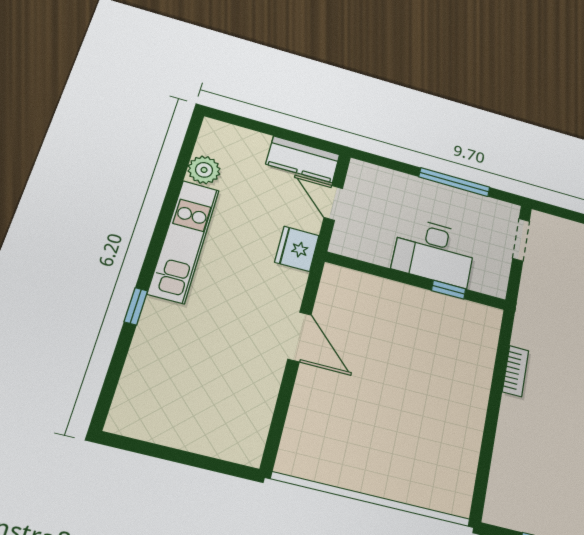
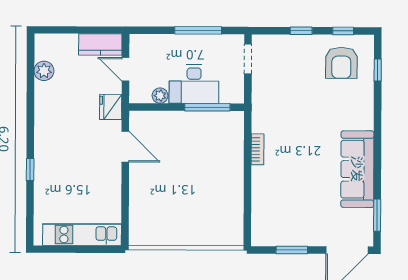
kitchen unit: (184, 241) -> (82, 235), moved, turned -90
plant: (378, 254) -> (160, 96), added
window: (449, 290) -> (207, 107), width x2.17
door: (300, 337) -> (125, 147), moved

